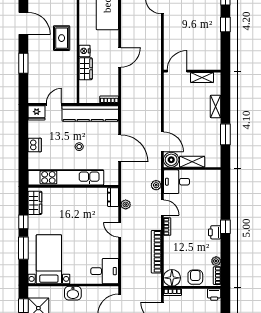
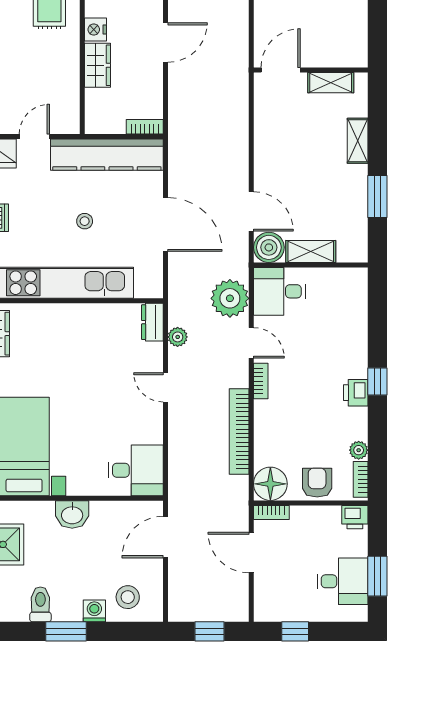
plant: (156, 185) -> (230, 298), width x1.87, depth x1.87

